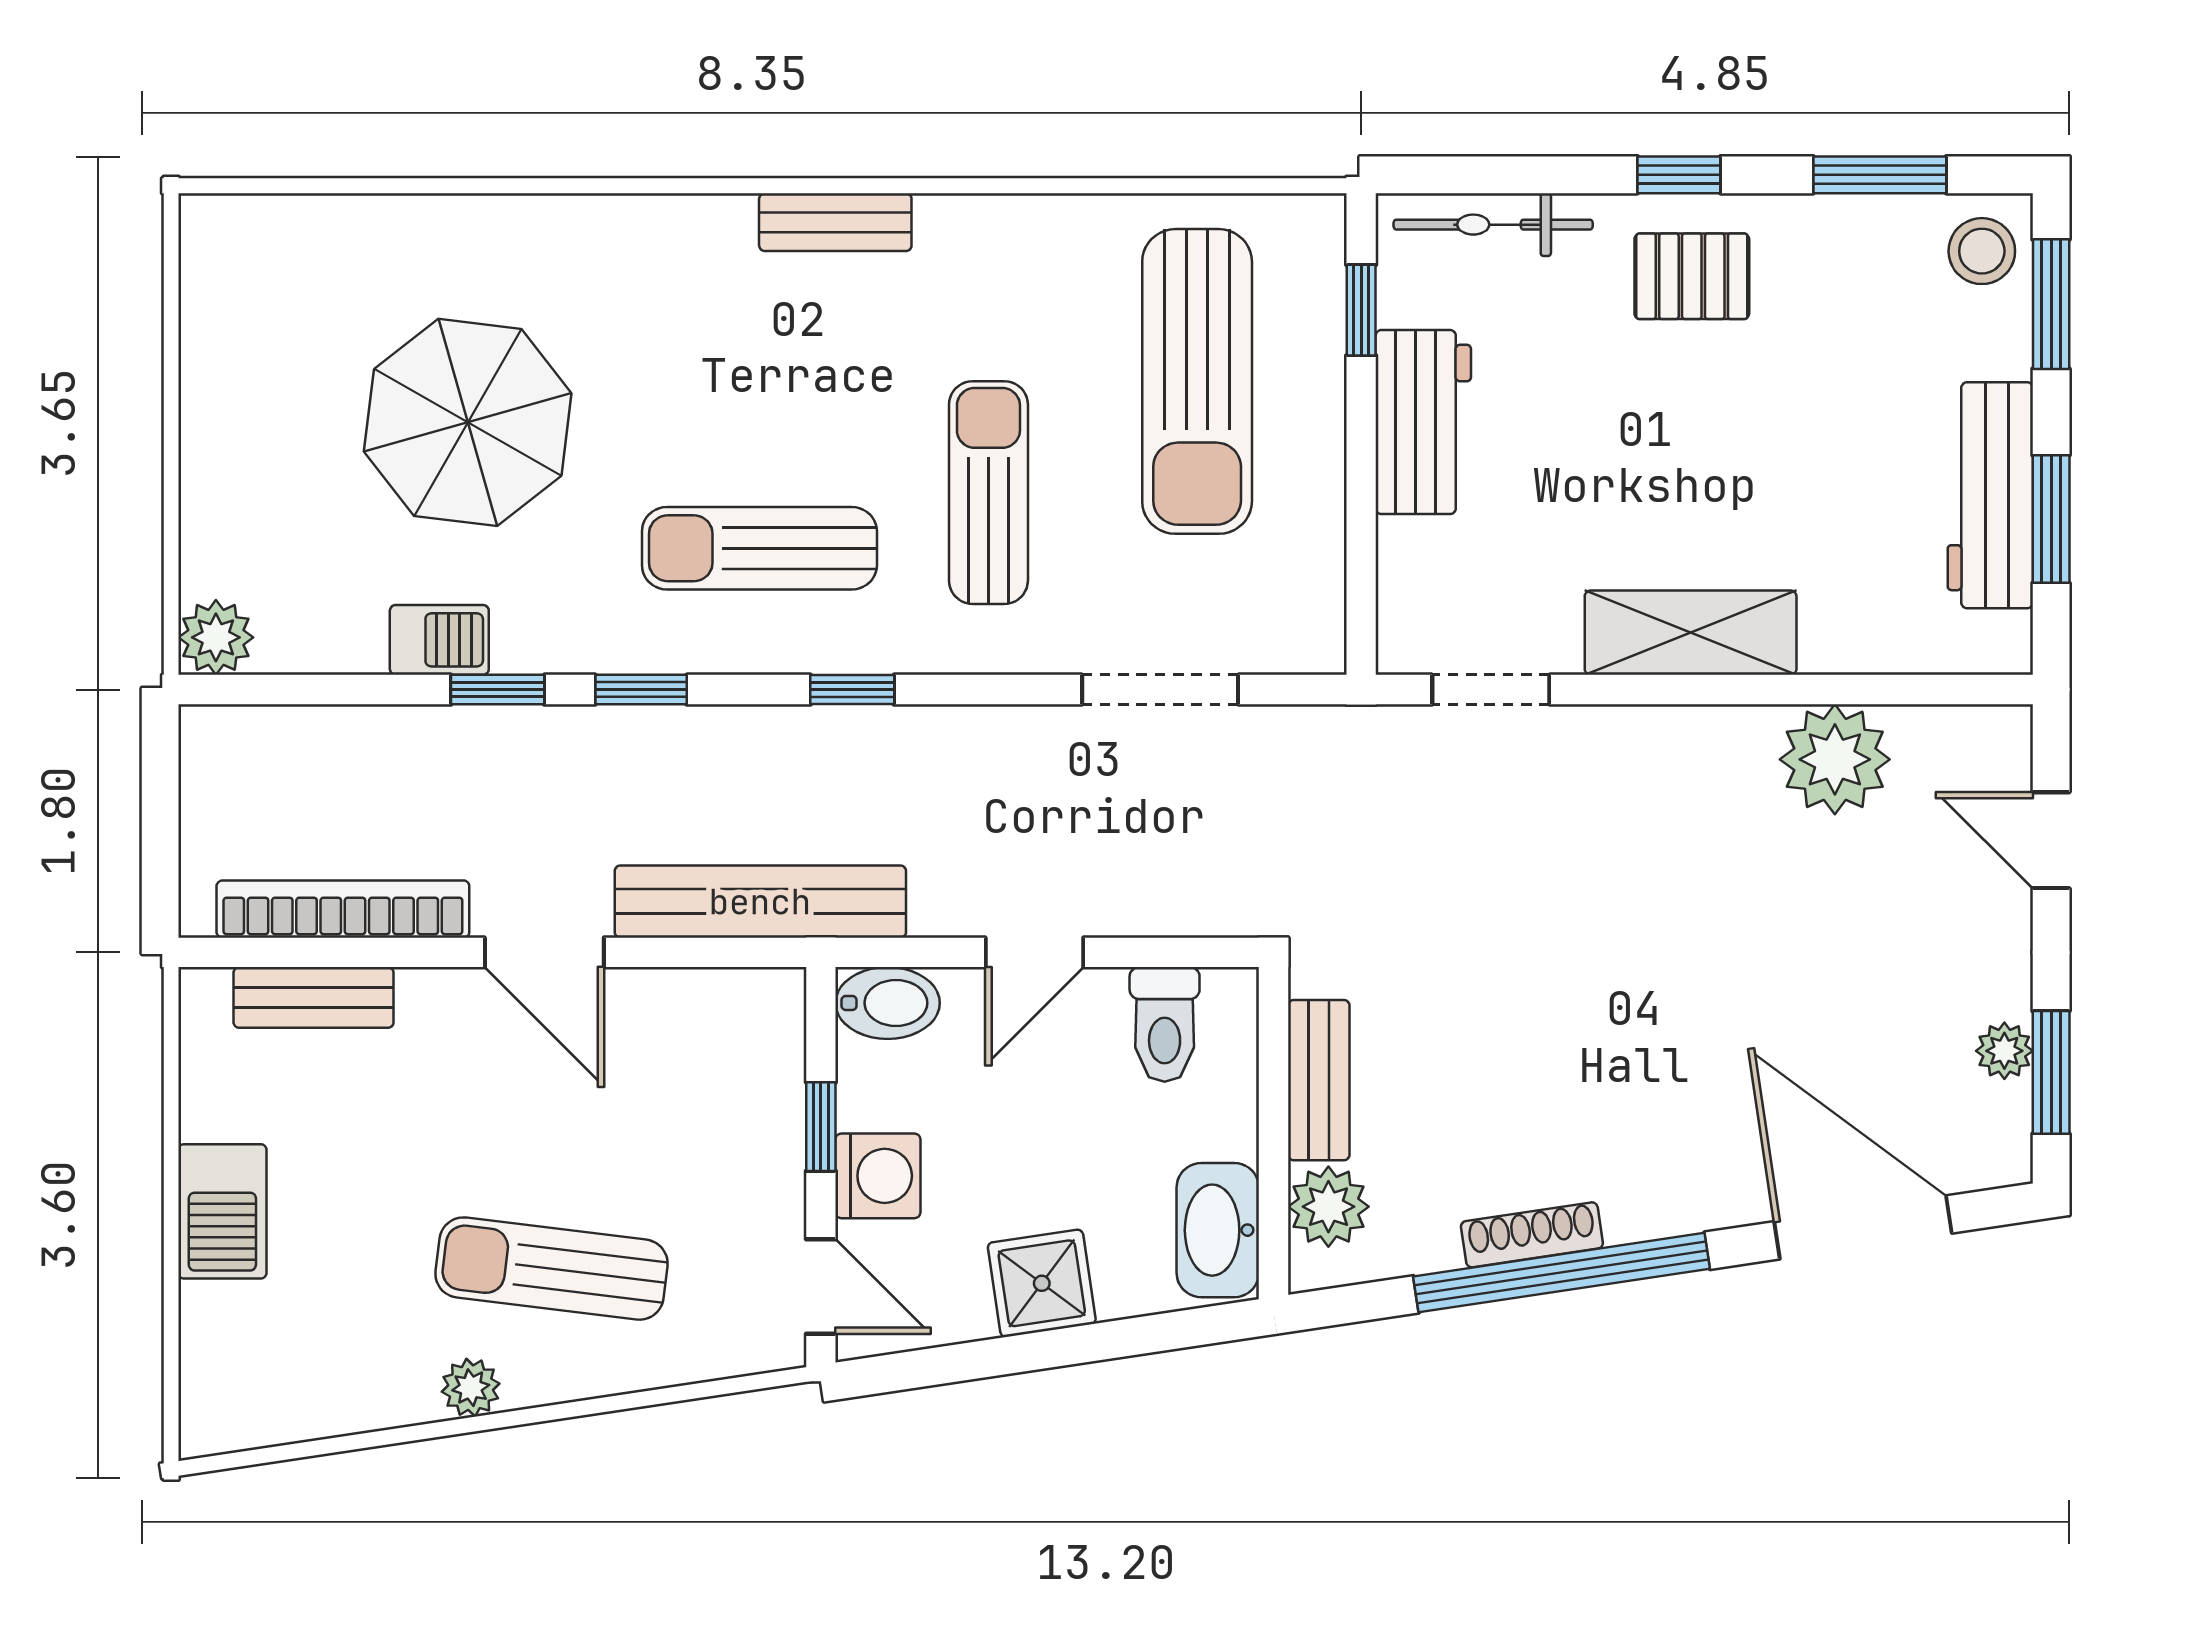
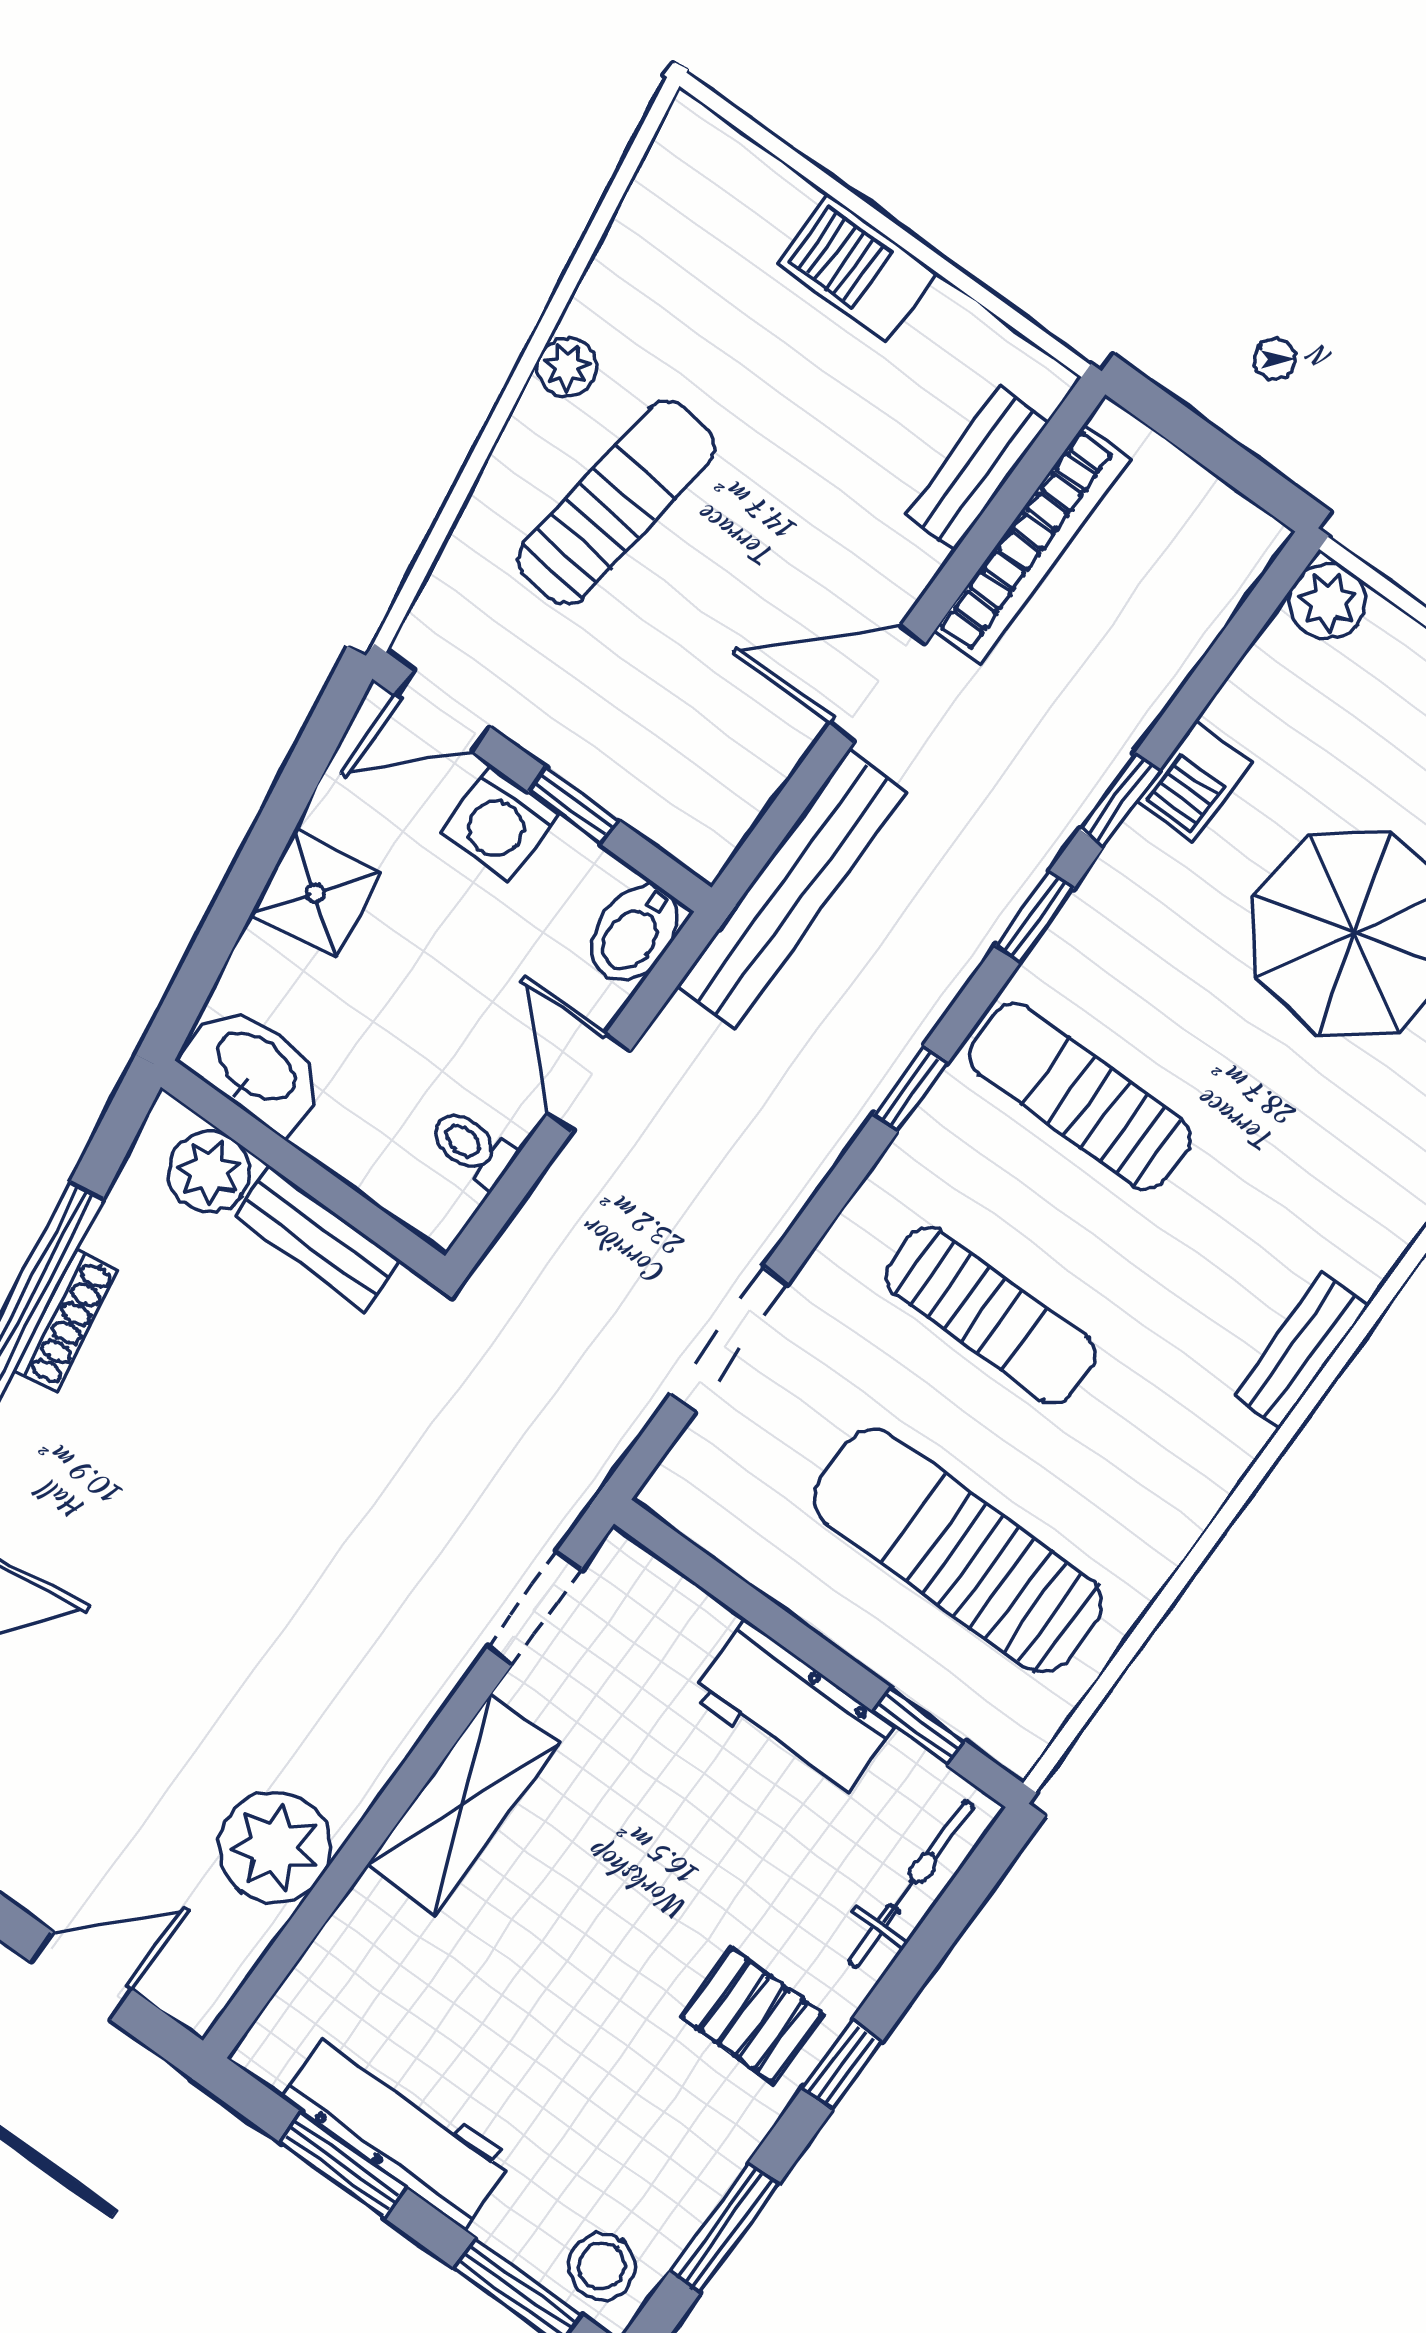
pallet: (1692, 276) -> (752, 2015), turned 90
sun lounger: (759, 548) -> (1080, 1096), turned -90
toilet: (1165, 1024) -> (472, 1147), width x0.73, depth x0.72

